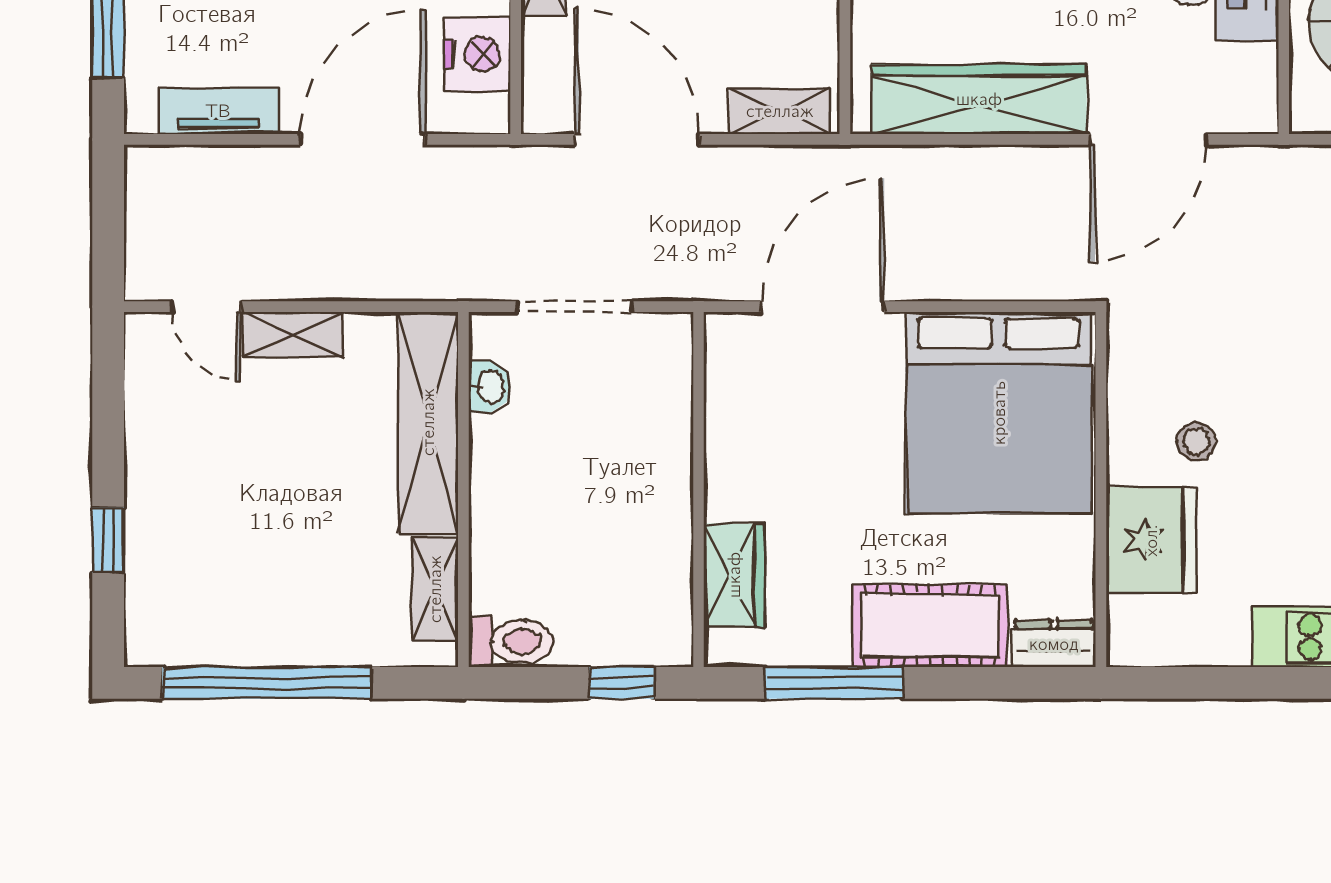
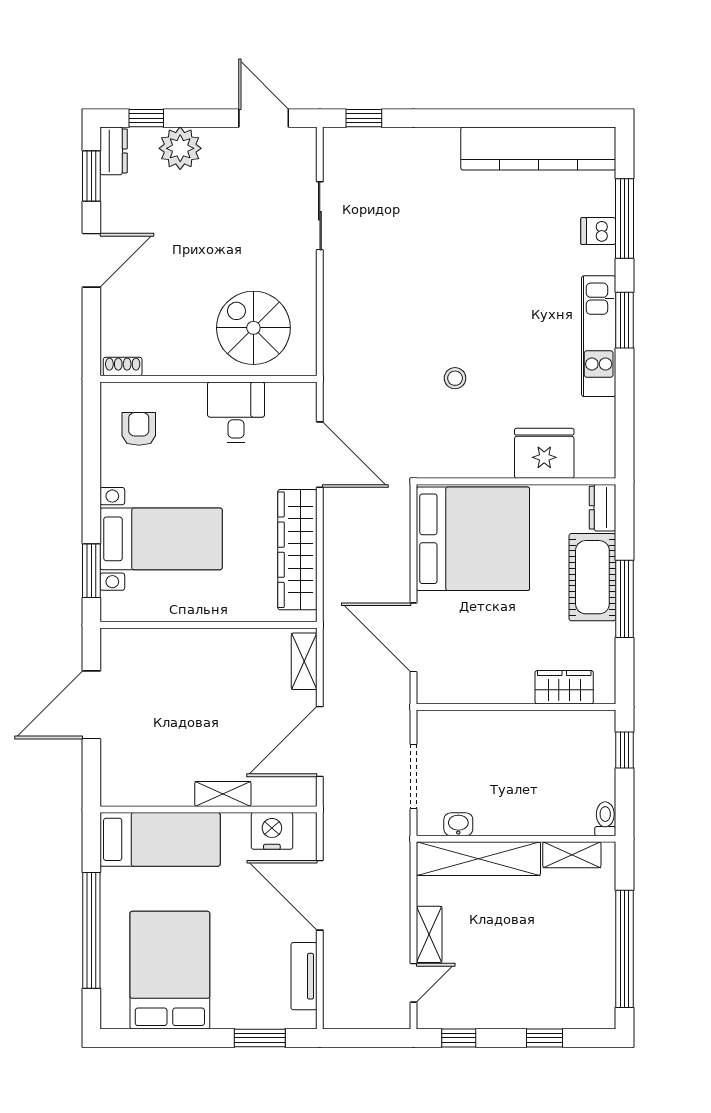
window: (108, 387) -> (459, 1038), added
stool: (1196, 442) -> (455, 378), moved
toilet: (511, 642) -> (605, 819), width x0.73, depth x0.72
window: (834, 683) -> (624, 599), moved

